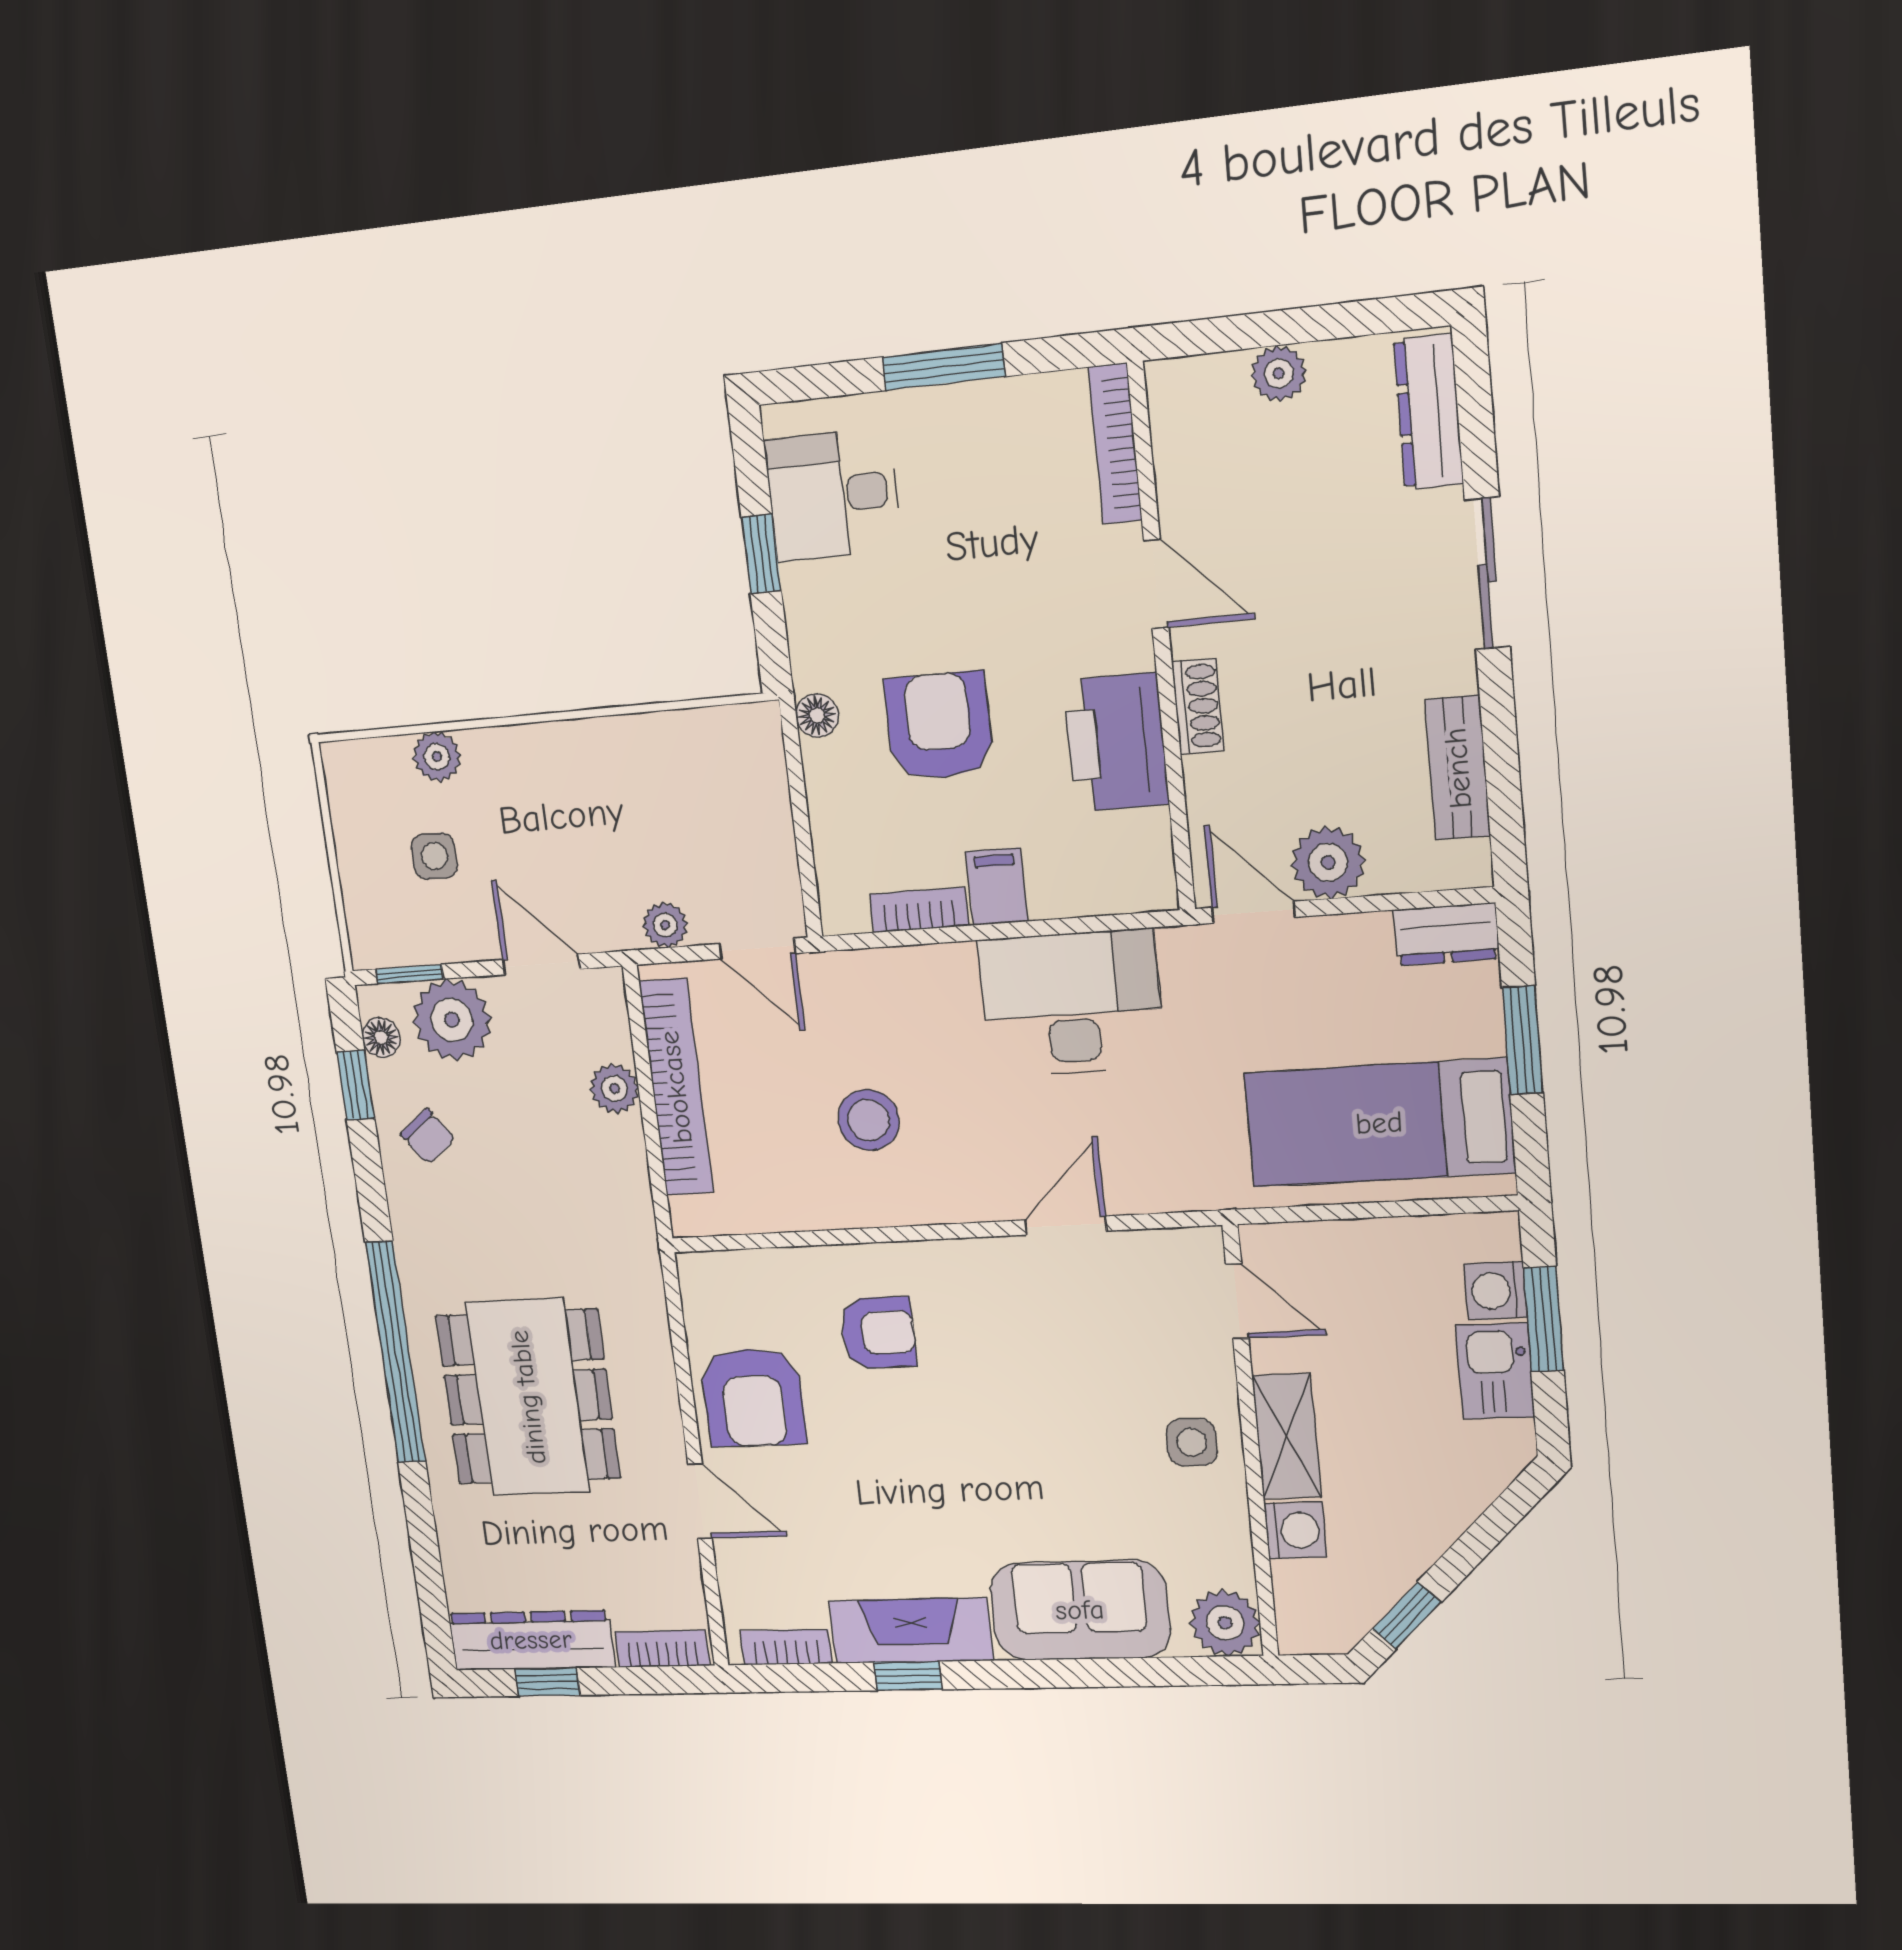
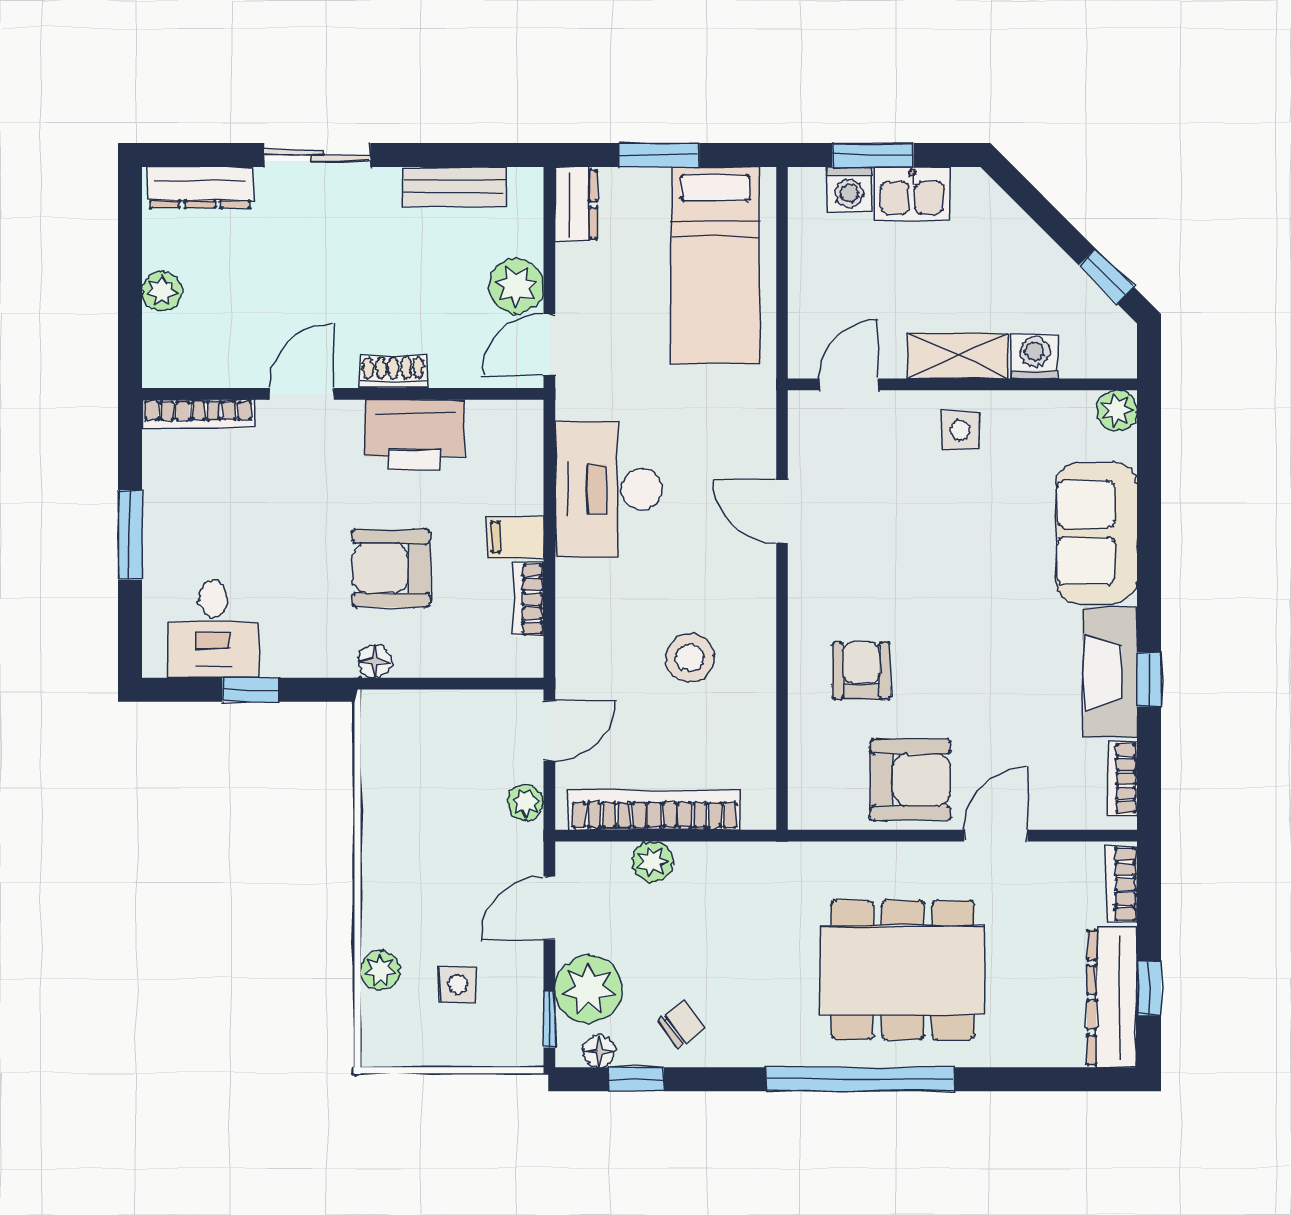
plant: (1225, 1623) -> (1117, 410), width x0.73, depth x0.73

